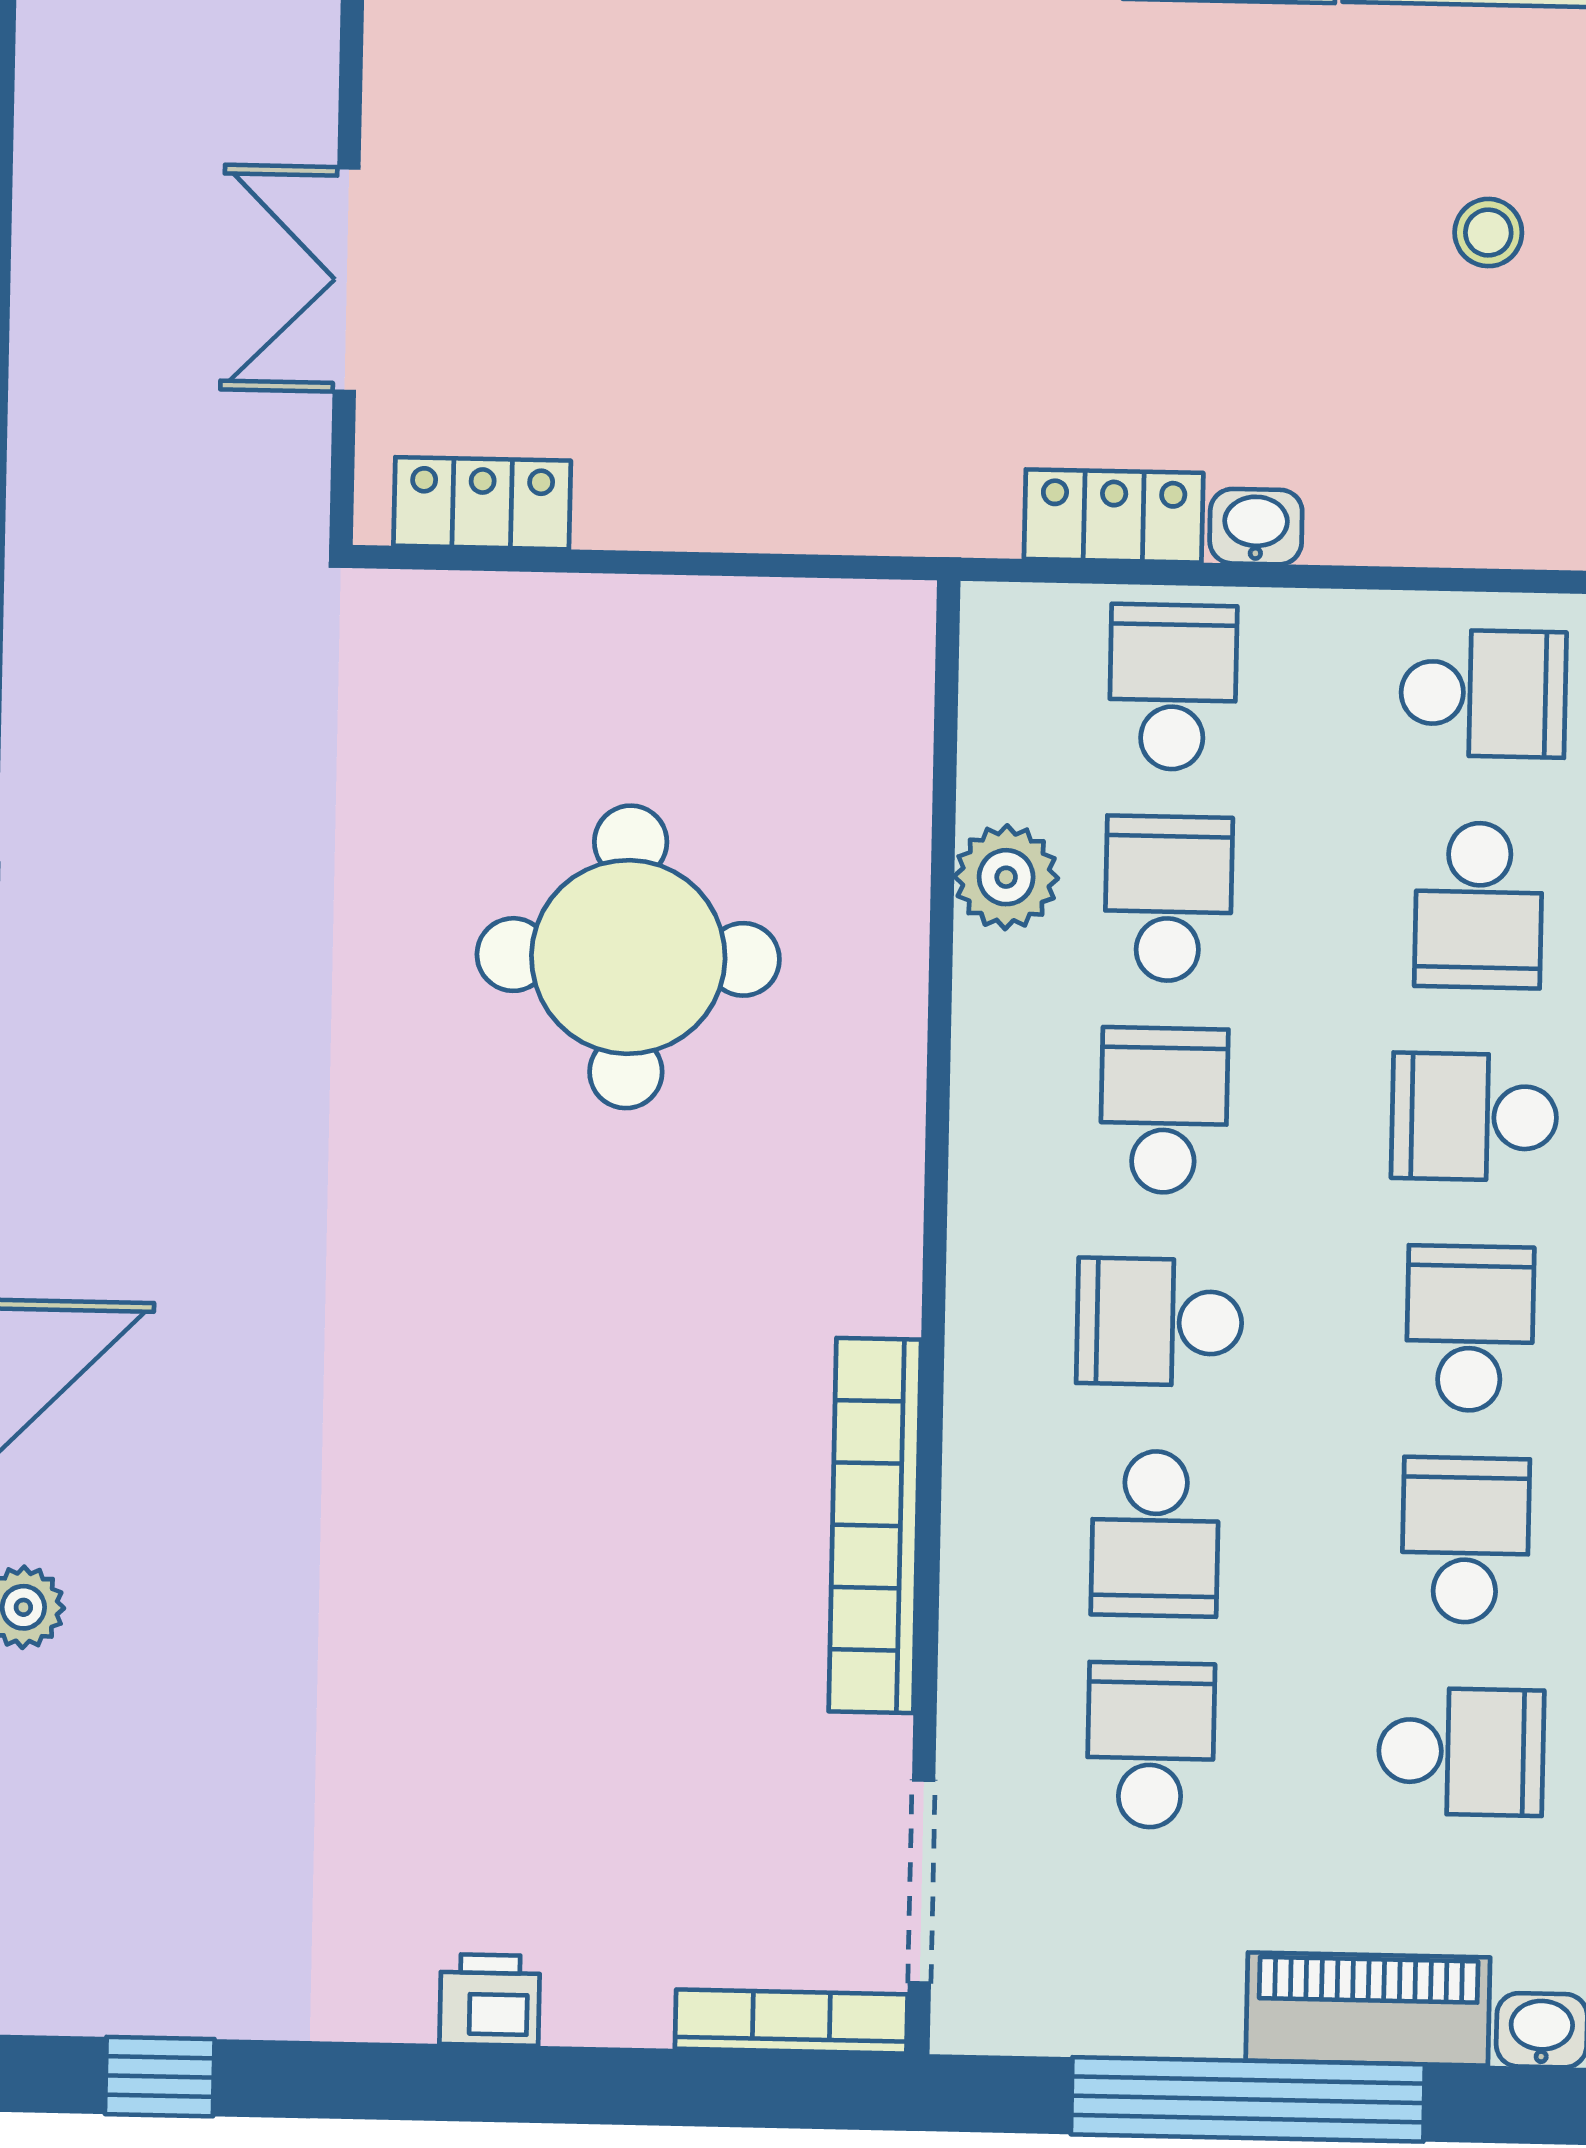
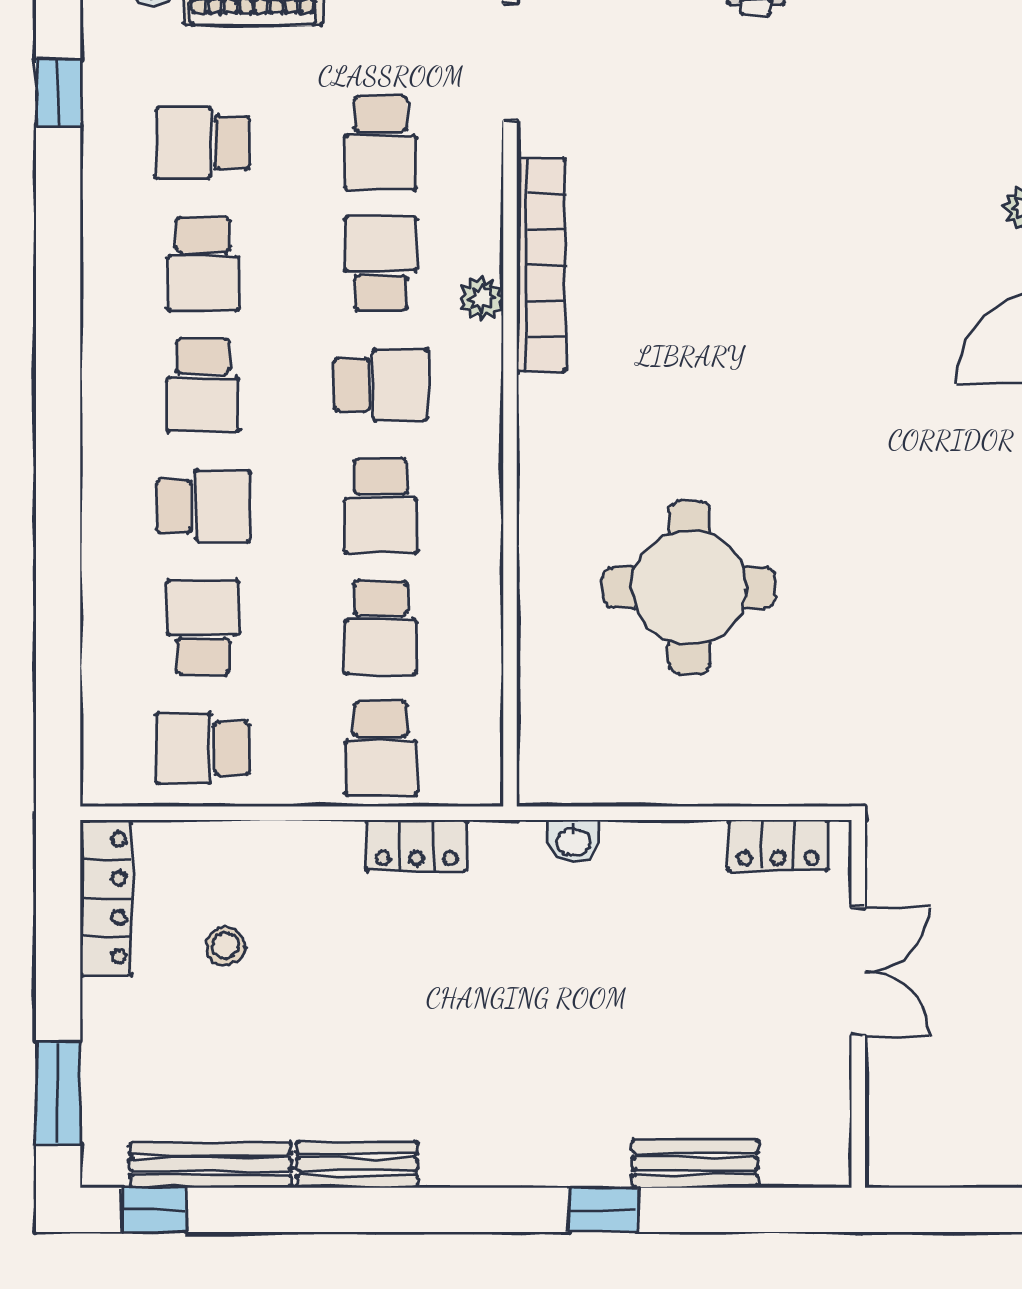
stool: (1488, 233) -> (226, 946), moved
washbasin: (1256, 527) -> (573, 841), moved
plant: (1006, 877) -> (482, 298), moved, width x0.73, depth x0.73

